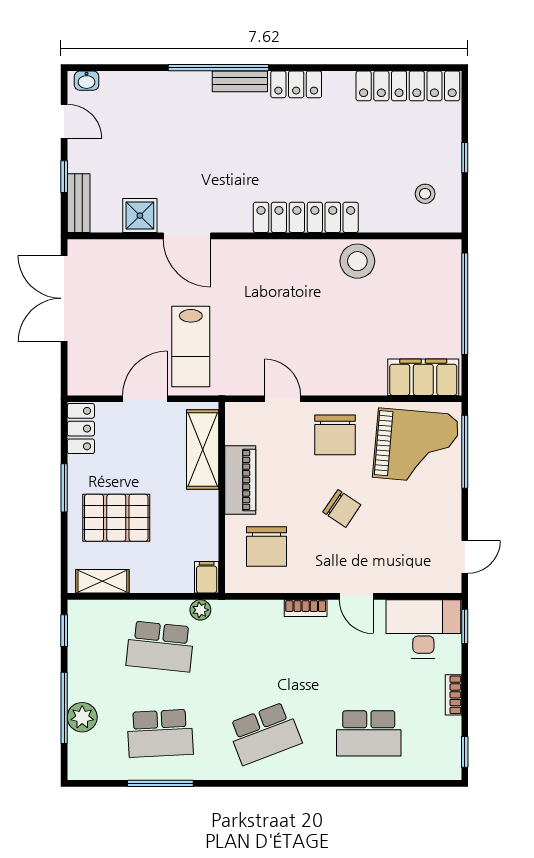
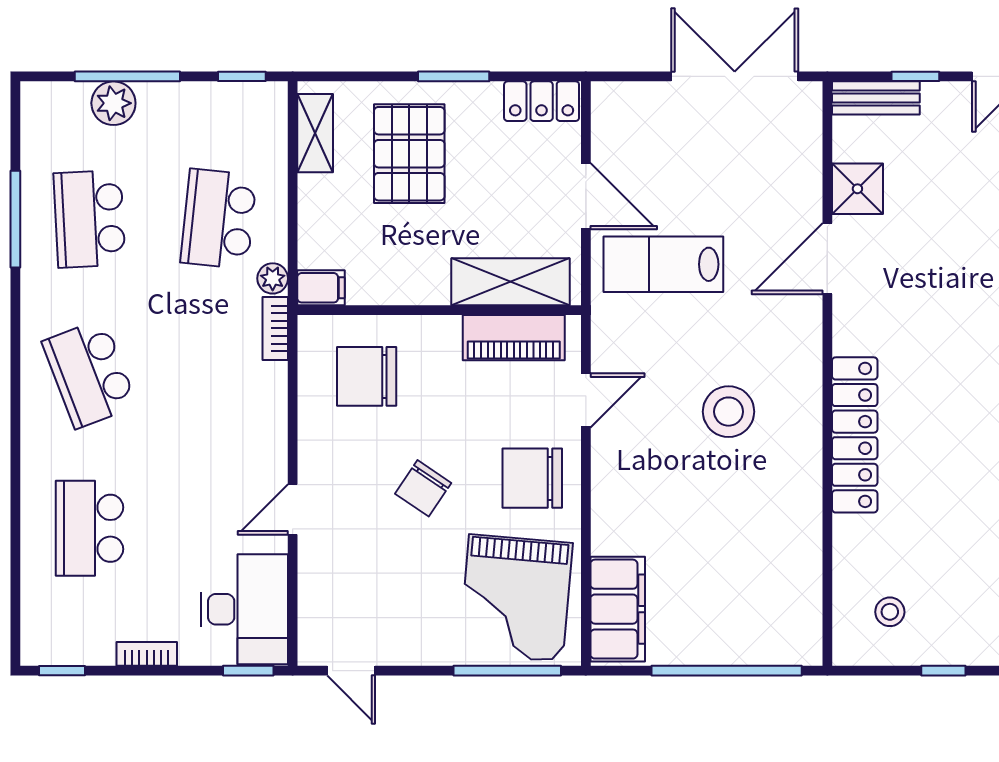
stool: (357, 261) -> (729, 412), moved
piano: (240, 480) -> (514, 338), moved
bookcase: (306, 608) -> (275, 328), moved

